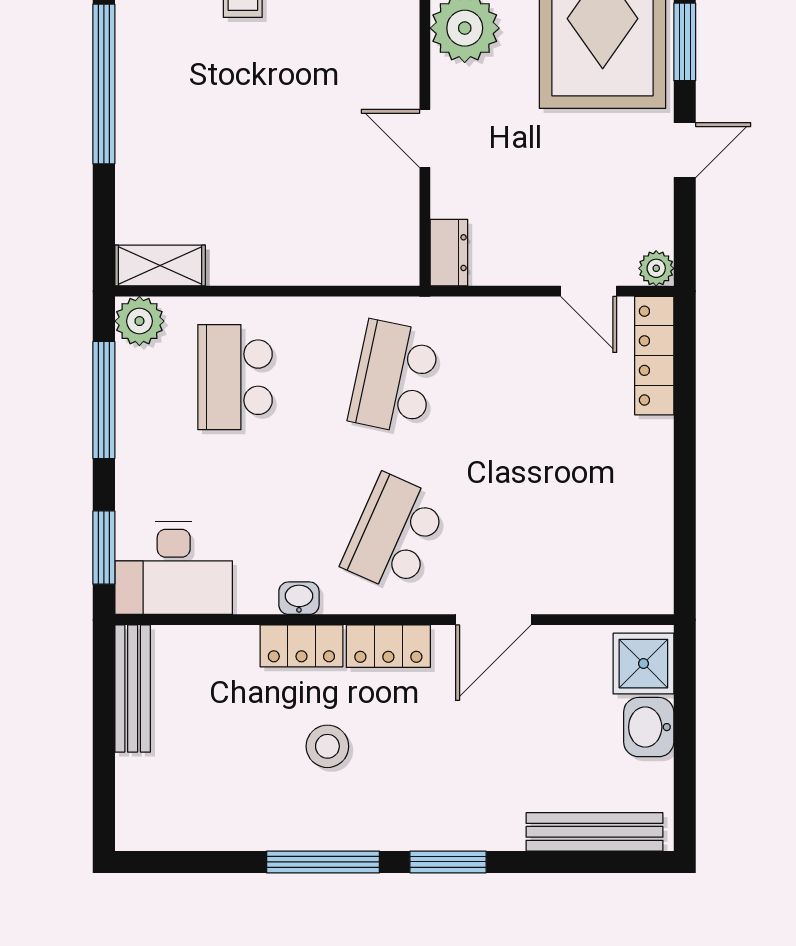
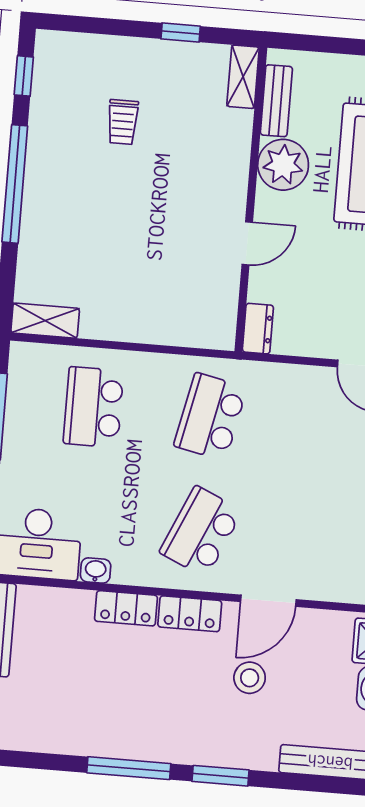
door: (425, 138) -> (247, 243), swing flipped
plant: (139, 321) -> (27, 360), removed
washbasin: (299, 598) -> (96, 571), moved
stool: (327, 746) -> (250, 678), moved

